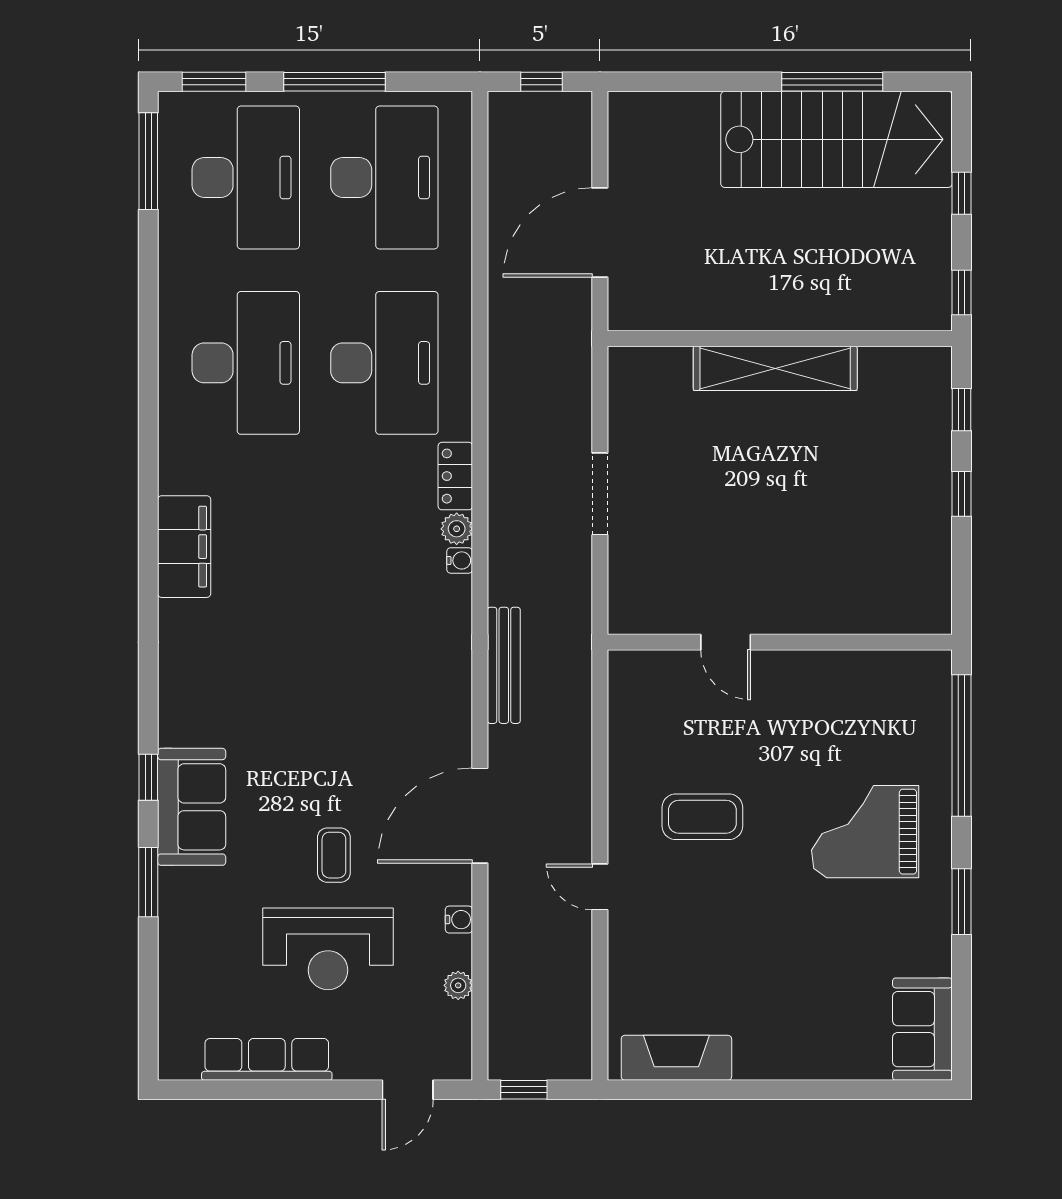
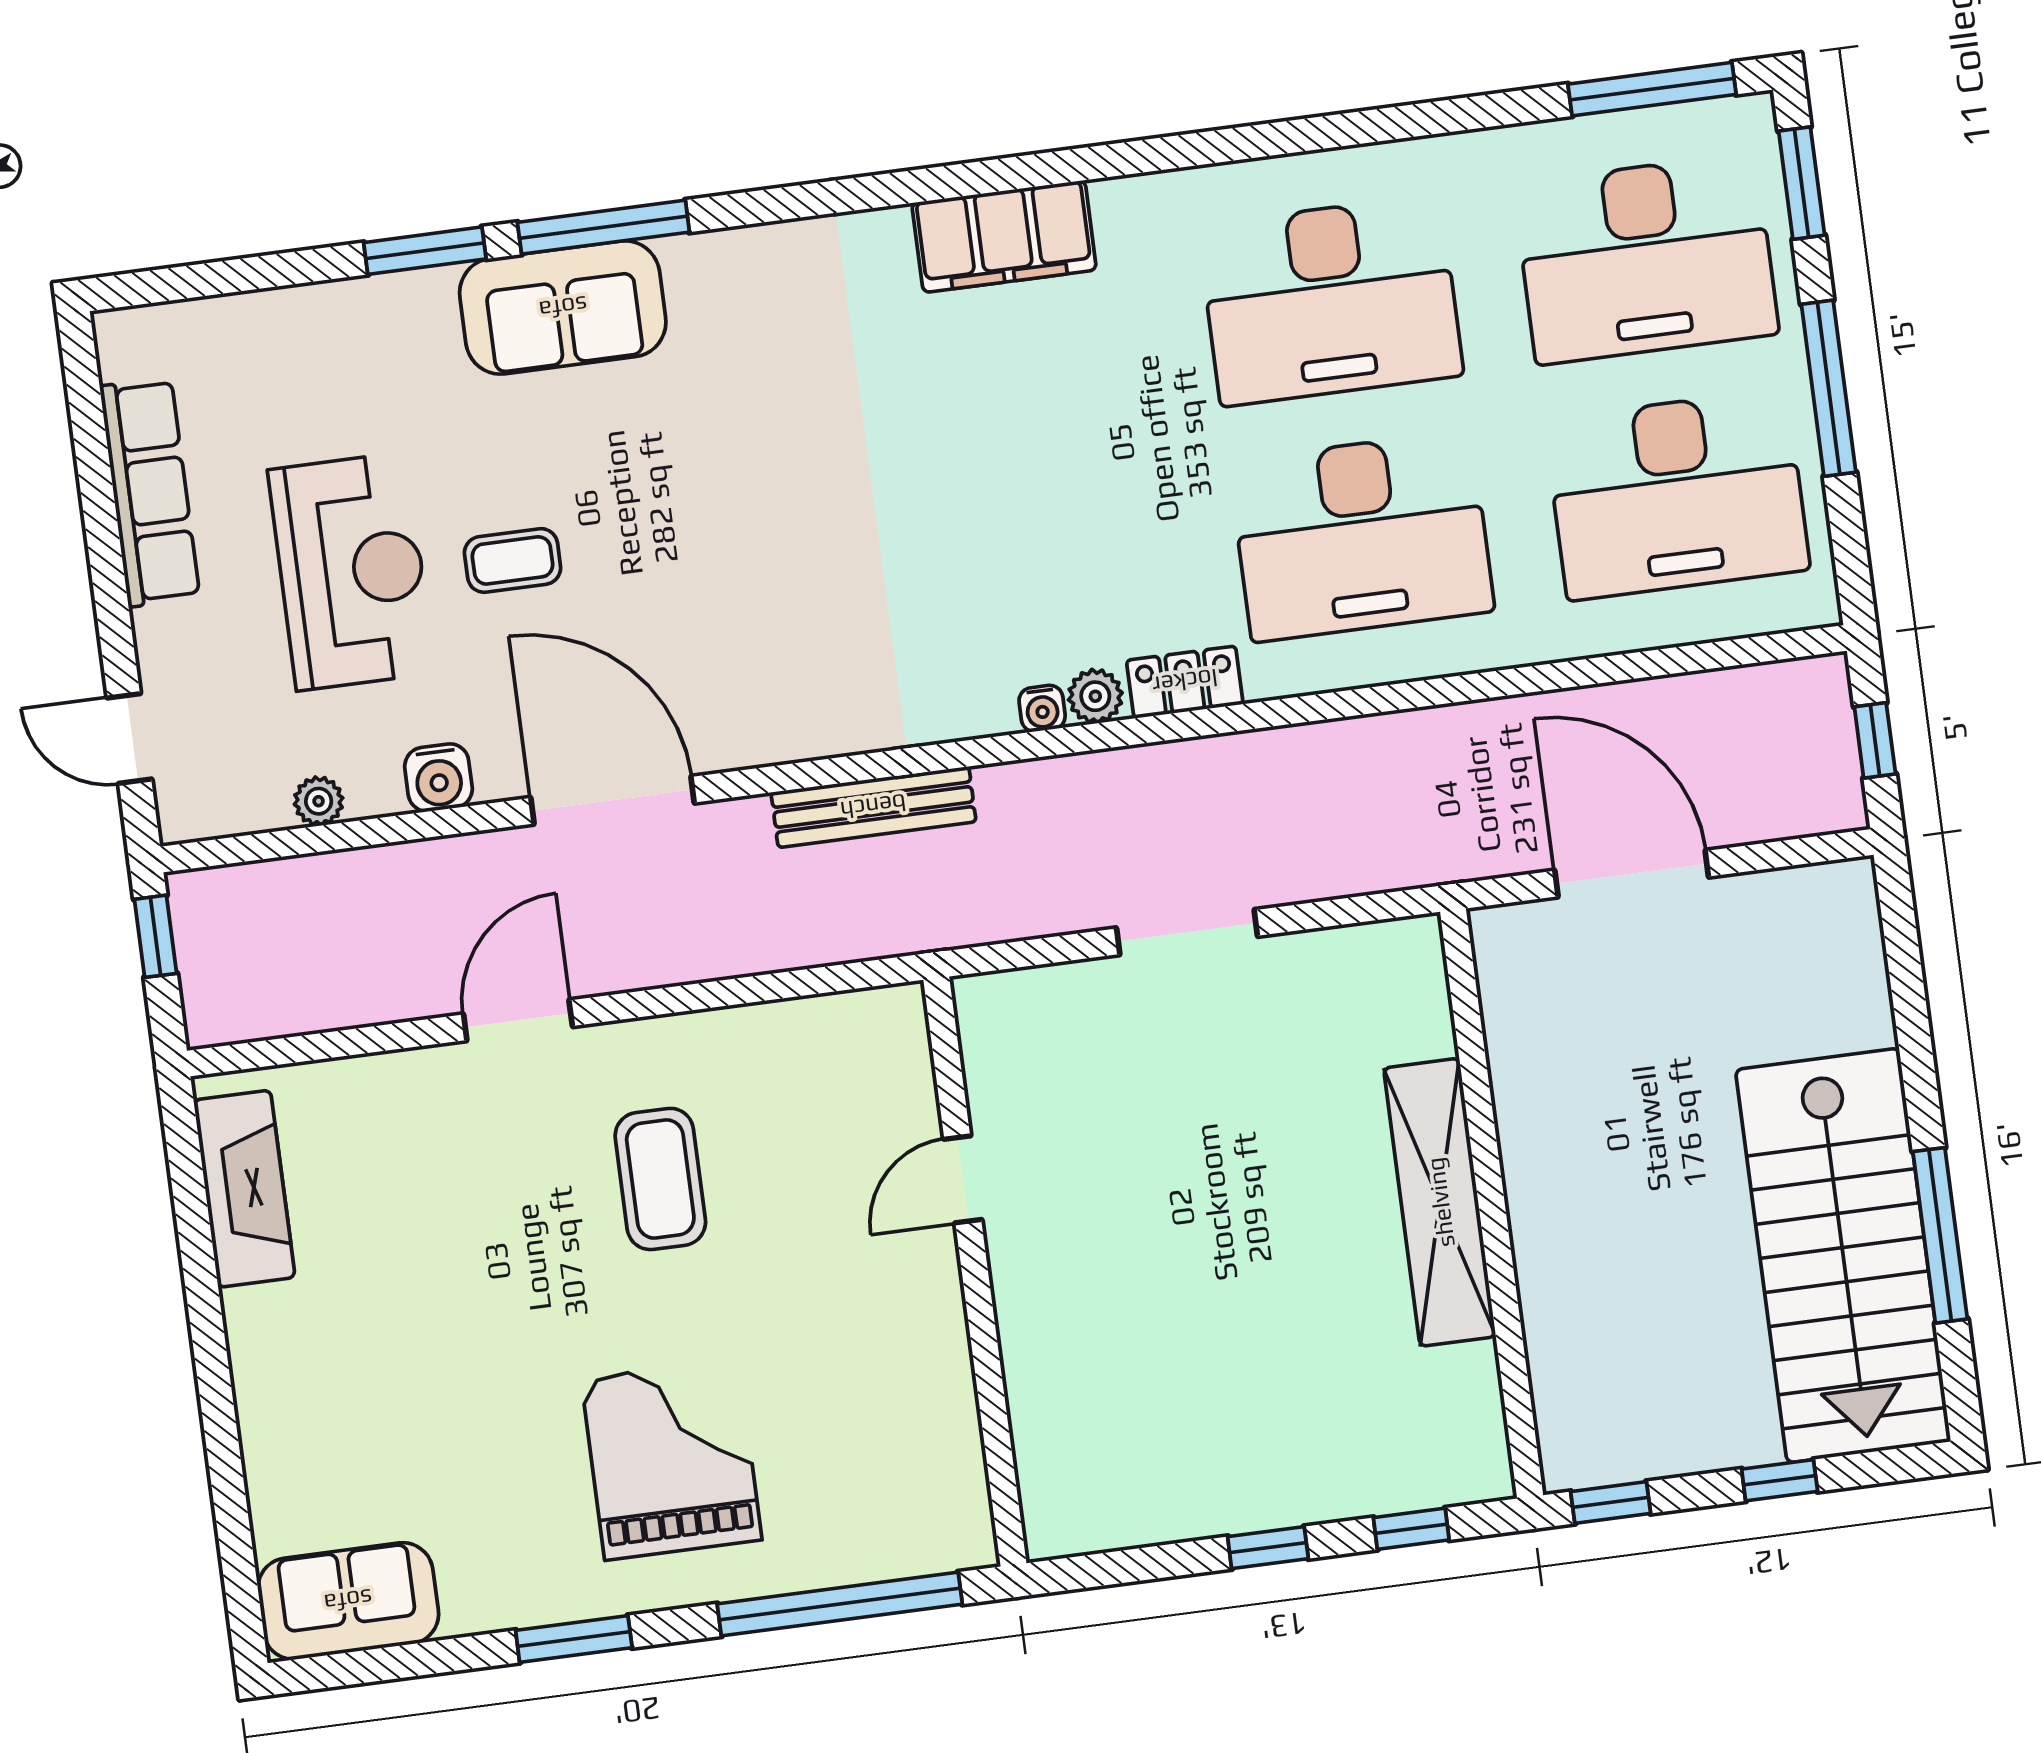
window: (148, 777) -> (603, 227), width x2.17
door: (600, 887) -> (518, 1020), width x1.37
water cooler: (459, 920) -> (438, 778), width x1.38, depth x1.38
reception desk: (328, 949) -> (351, 571), turned 180

